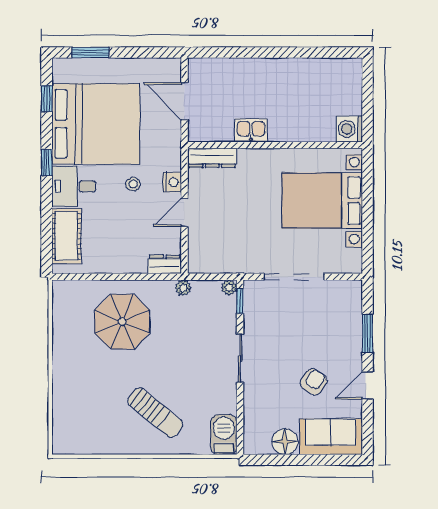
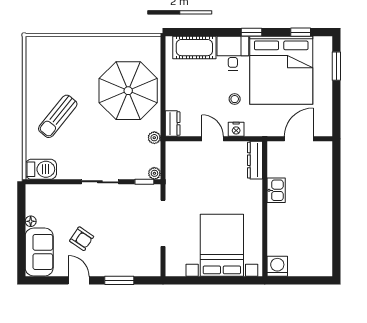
parasol: (122, 322) -> (128, 91), width x1.36, depth x1.36
floor lamp: (285, 442) -> (31, 221), width x0.53, depth x0.53

